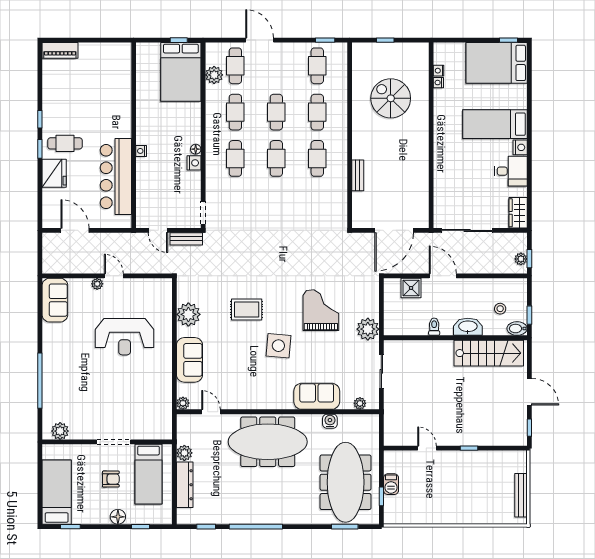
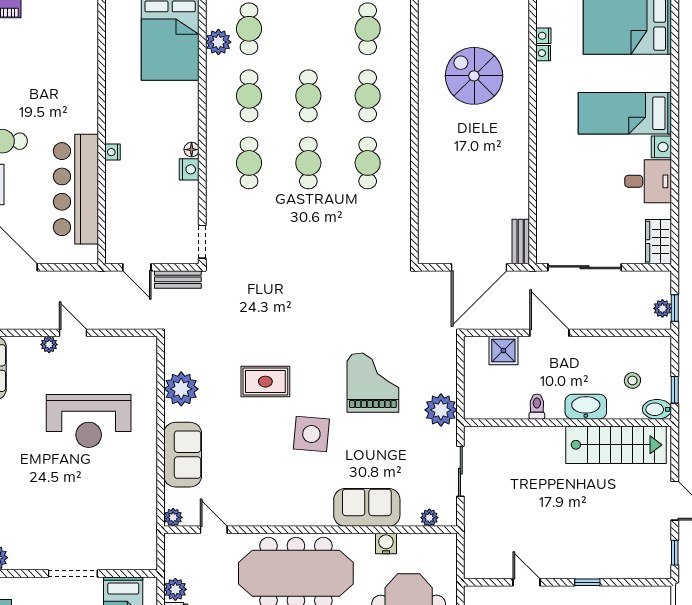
bench: (358, 175) -> (521, 242), moved

